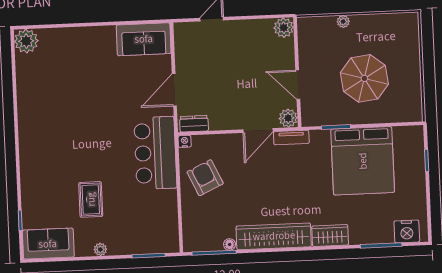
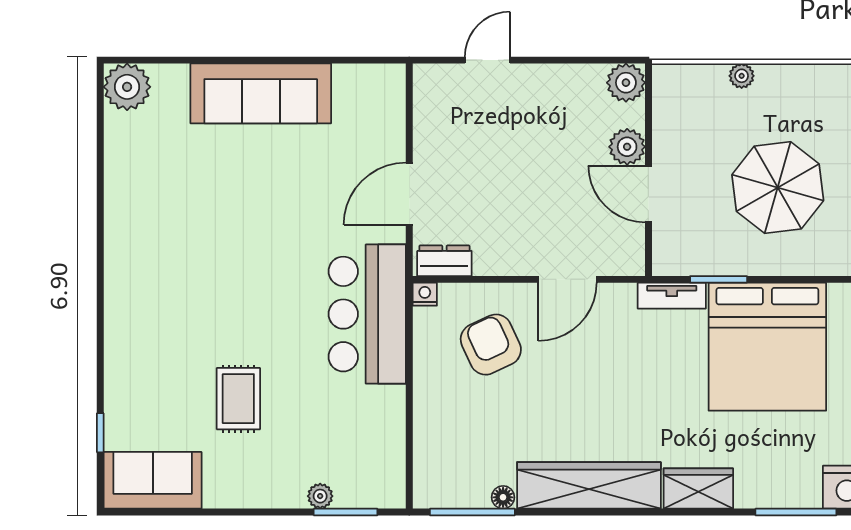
sofa: (144, 39) -> (261, 93), moved, width x1.36
plant: (288, 118) -> (627, 147), moved
tv unit: (291, 138) -> (672, 296), moved
armchair: (205, 178) -> (491, 345), moved
plant: (100, 249) -> (320, 496), moved

